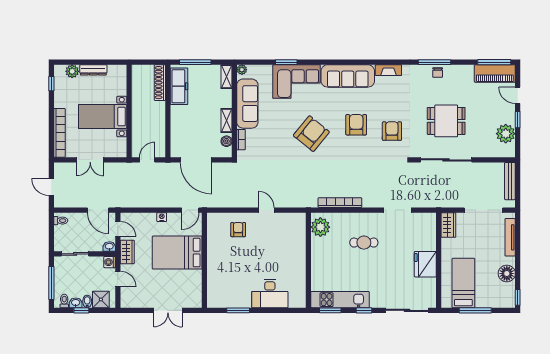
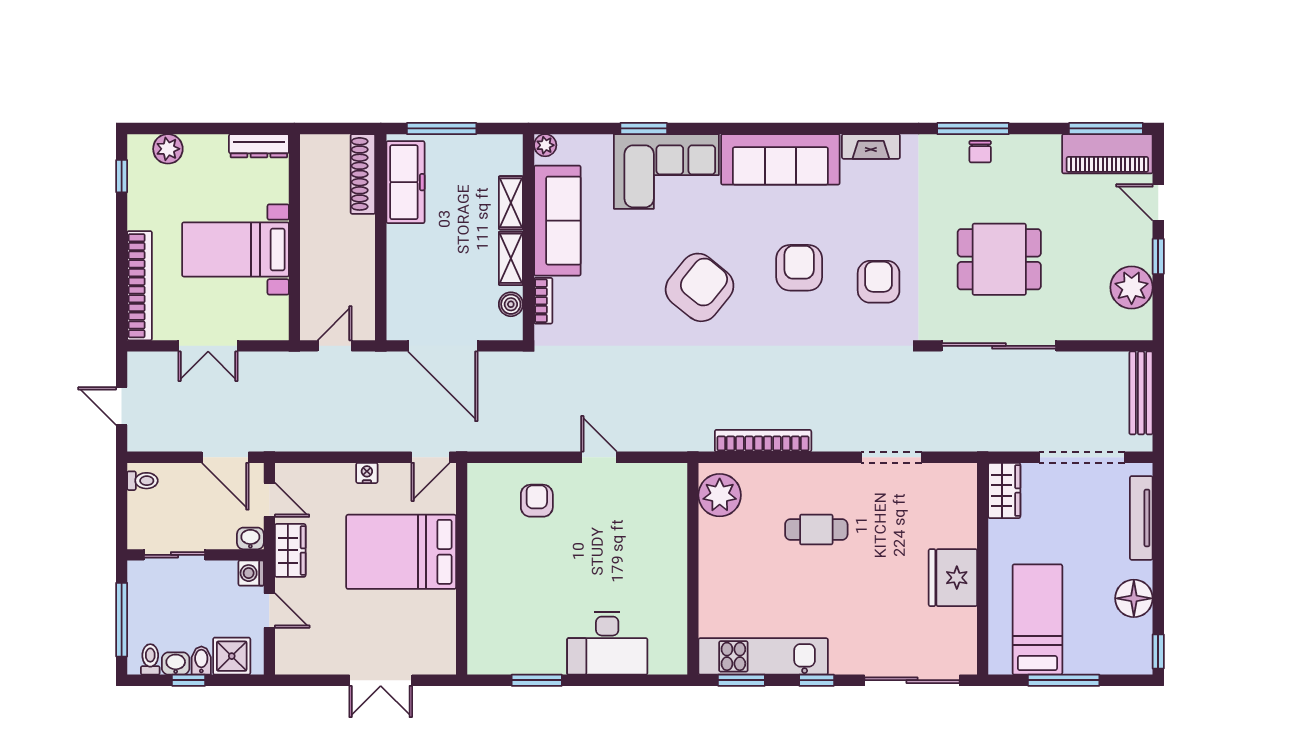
dresser: (93, 70) -> (259, 146), moved
shelving: (226, 77) -> (511, 203), moved

